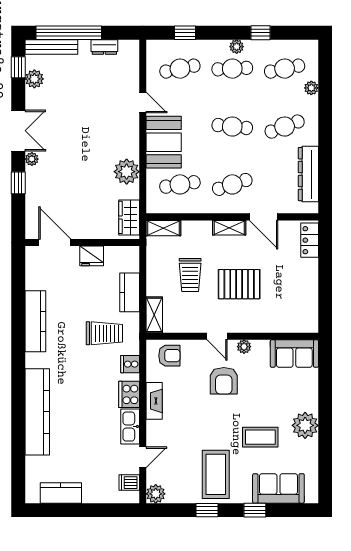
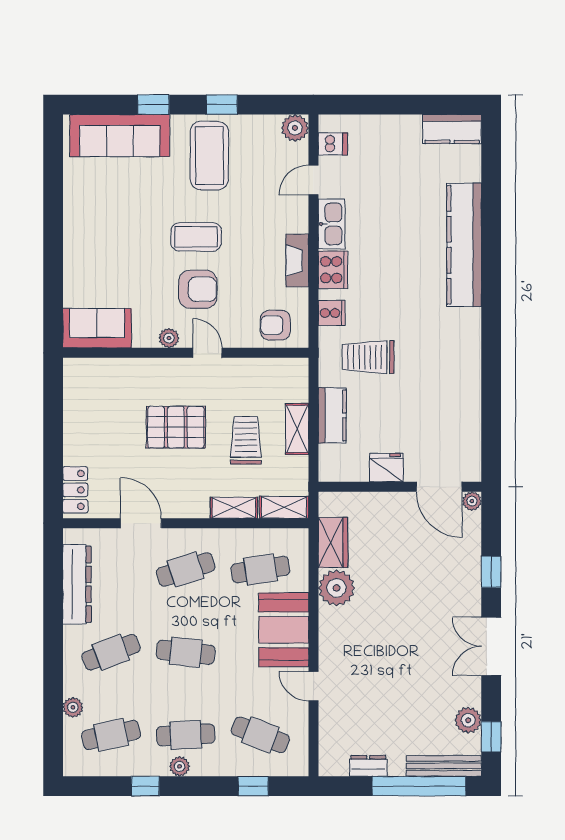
cafe table: (180, 69) -> (260, 735), turned 33
plant: (32, 159) -> (472, 501), moved
wardrobe: (129, 217) -> (333, 543), moved
shelving: (229, 228) -> (234, 508), moved
shelving: (154, 315) -> (297, 429), moved
kitchen counter: (35, 321) -> (467, 374), removed
armchair: (224, 381) -> (198, 289), turned 90
plant: (305, 425) -> (82, 225), removed
coffee table: (260, 437) -> (196, 237), moved
sofa: (278, 488) -> (120, 136), width x1.36
kitchen counter: (61, 493) -> (452, 129), moved

